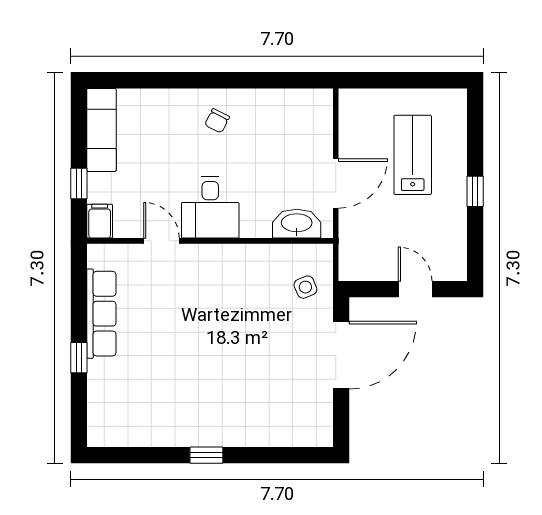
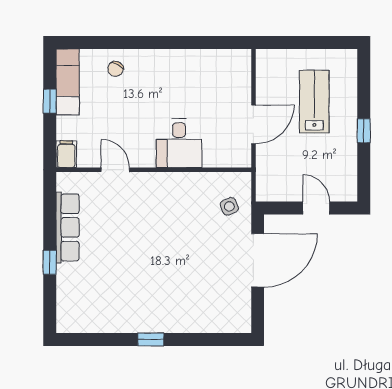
chair: (217, 121) -> (115, 69), moved
window: (79, 184) -> (50, 101), moved
desk: (210, 207) -> (179, 143), moved
washbasin: (297, 224) -> (222, 156), removed

